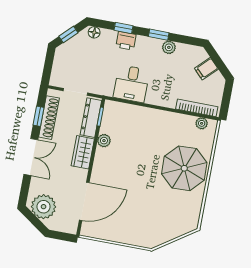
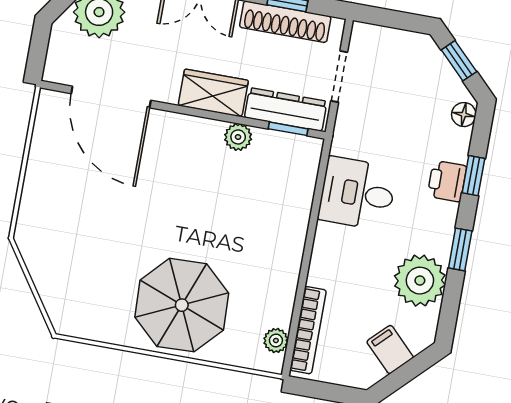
plant: (169, 47) -> (420, 281), width x1.88, depth x1.88

